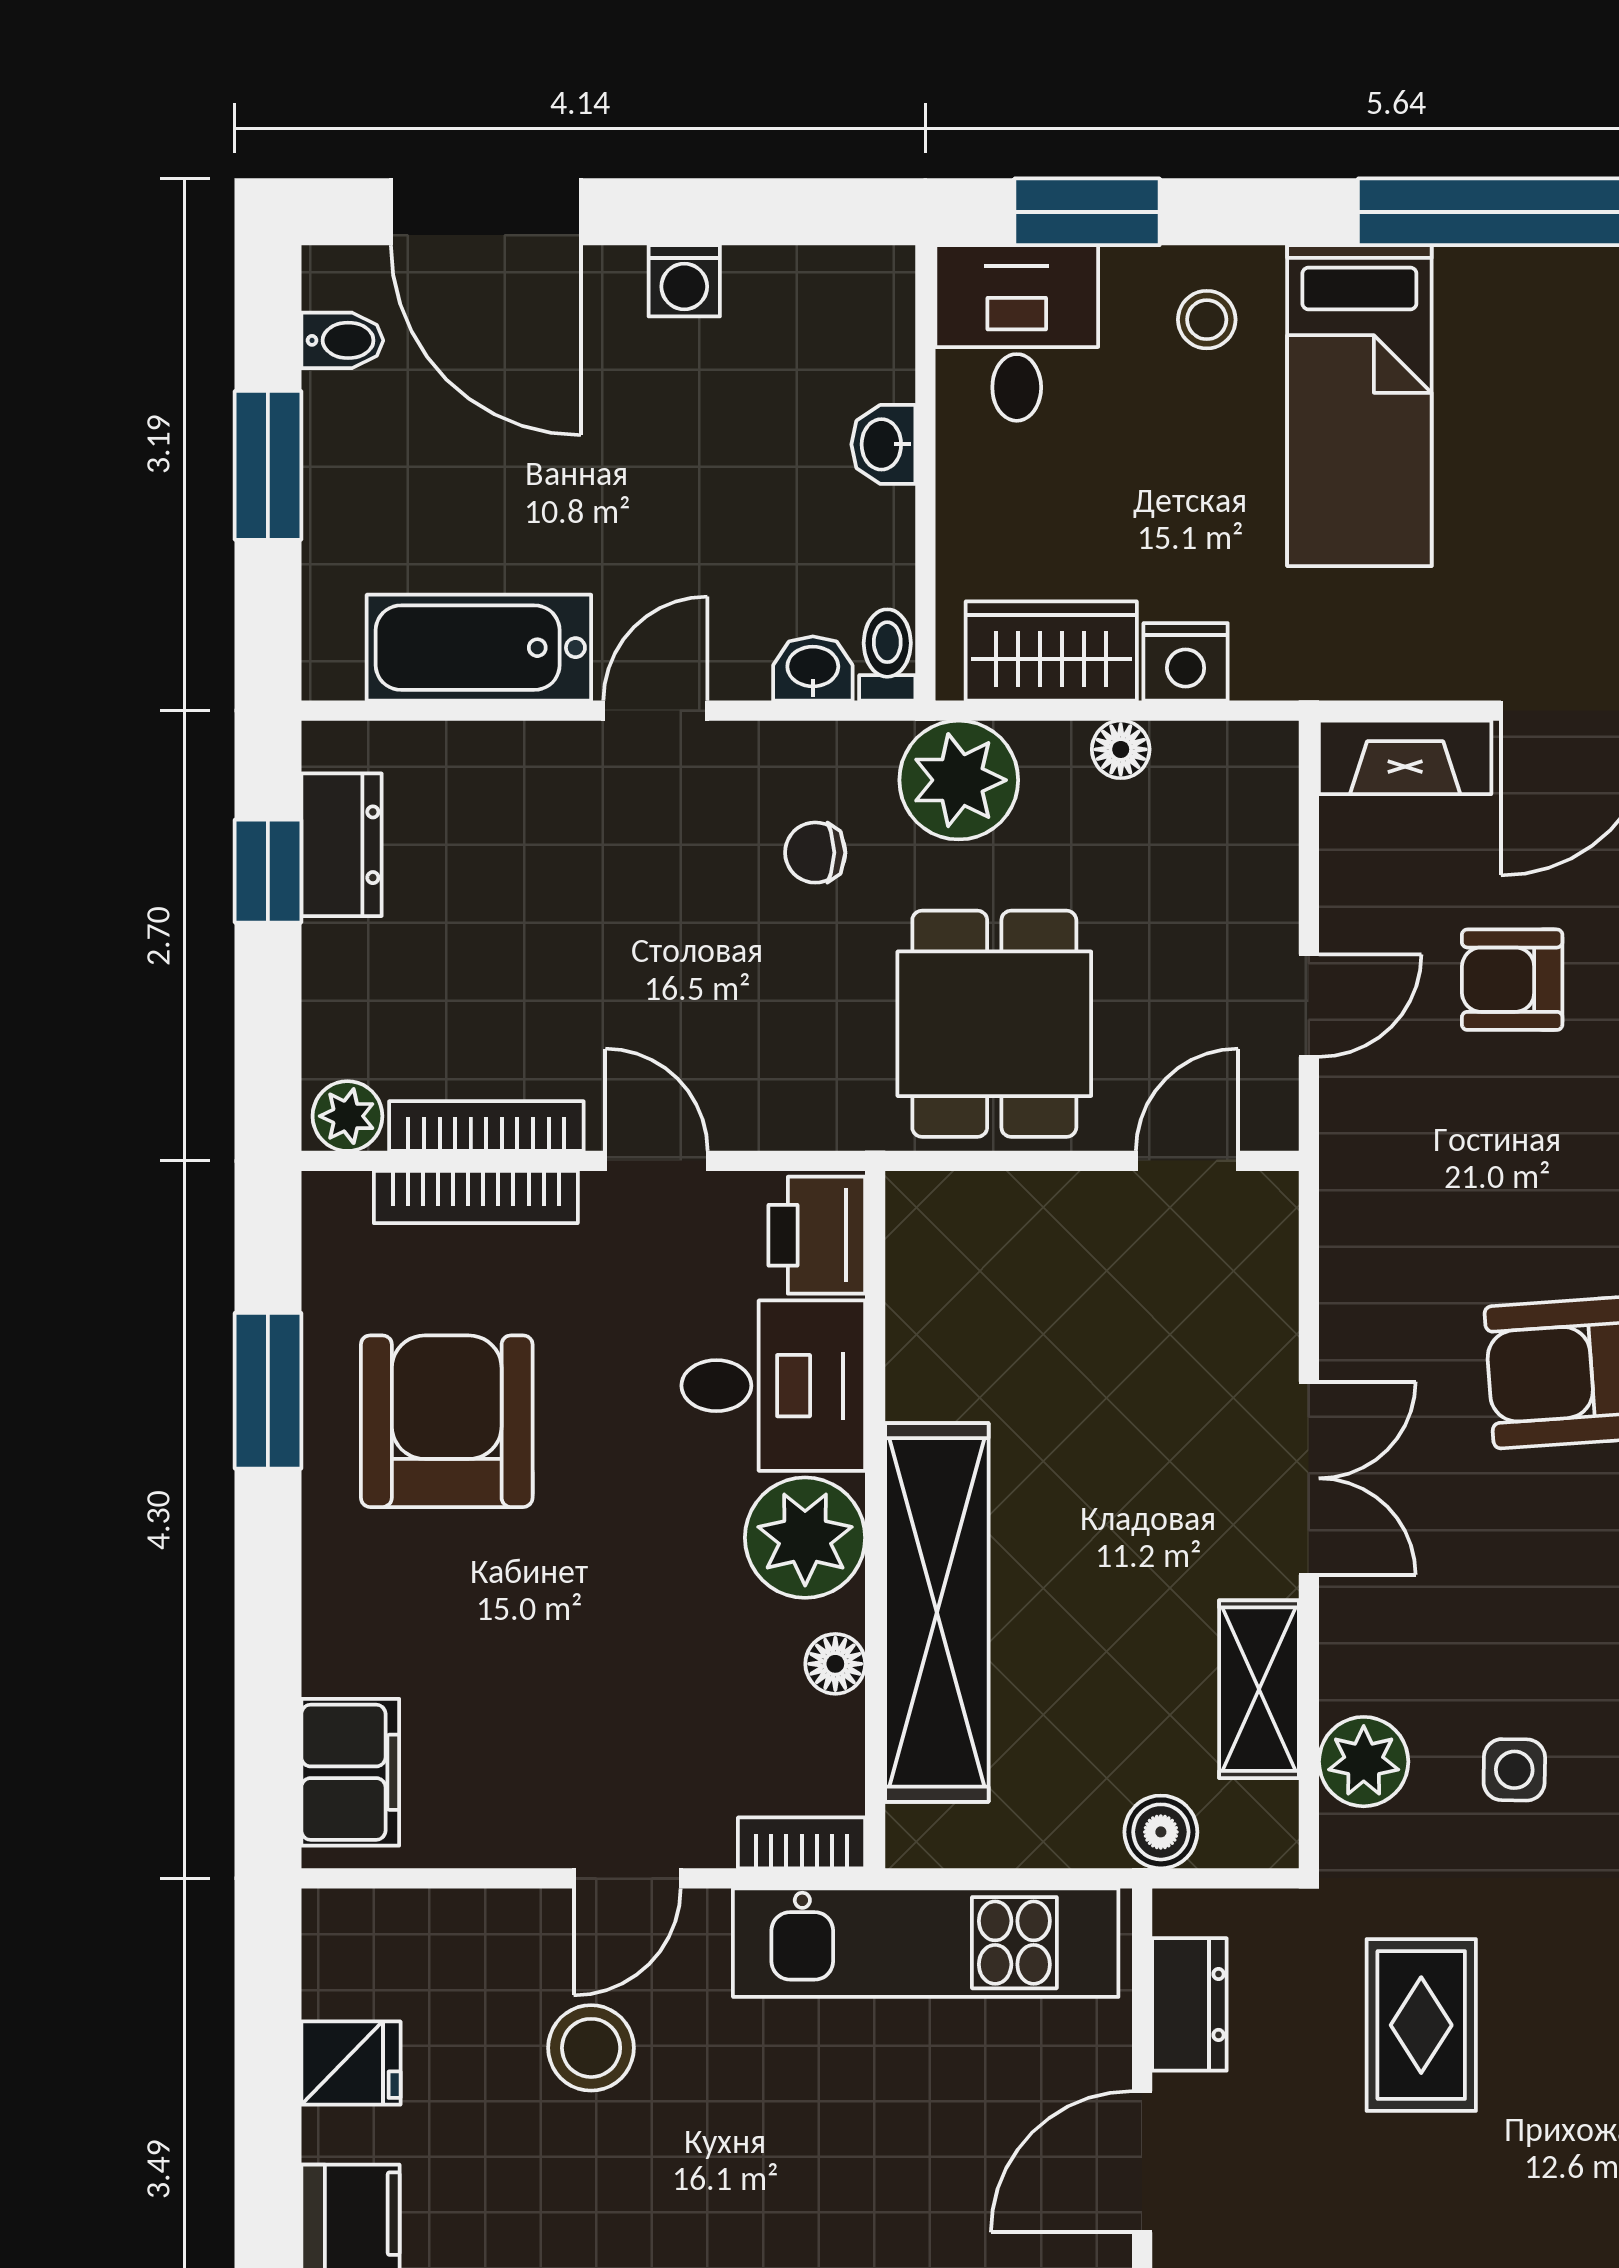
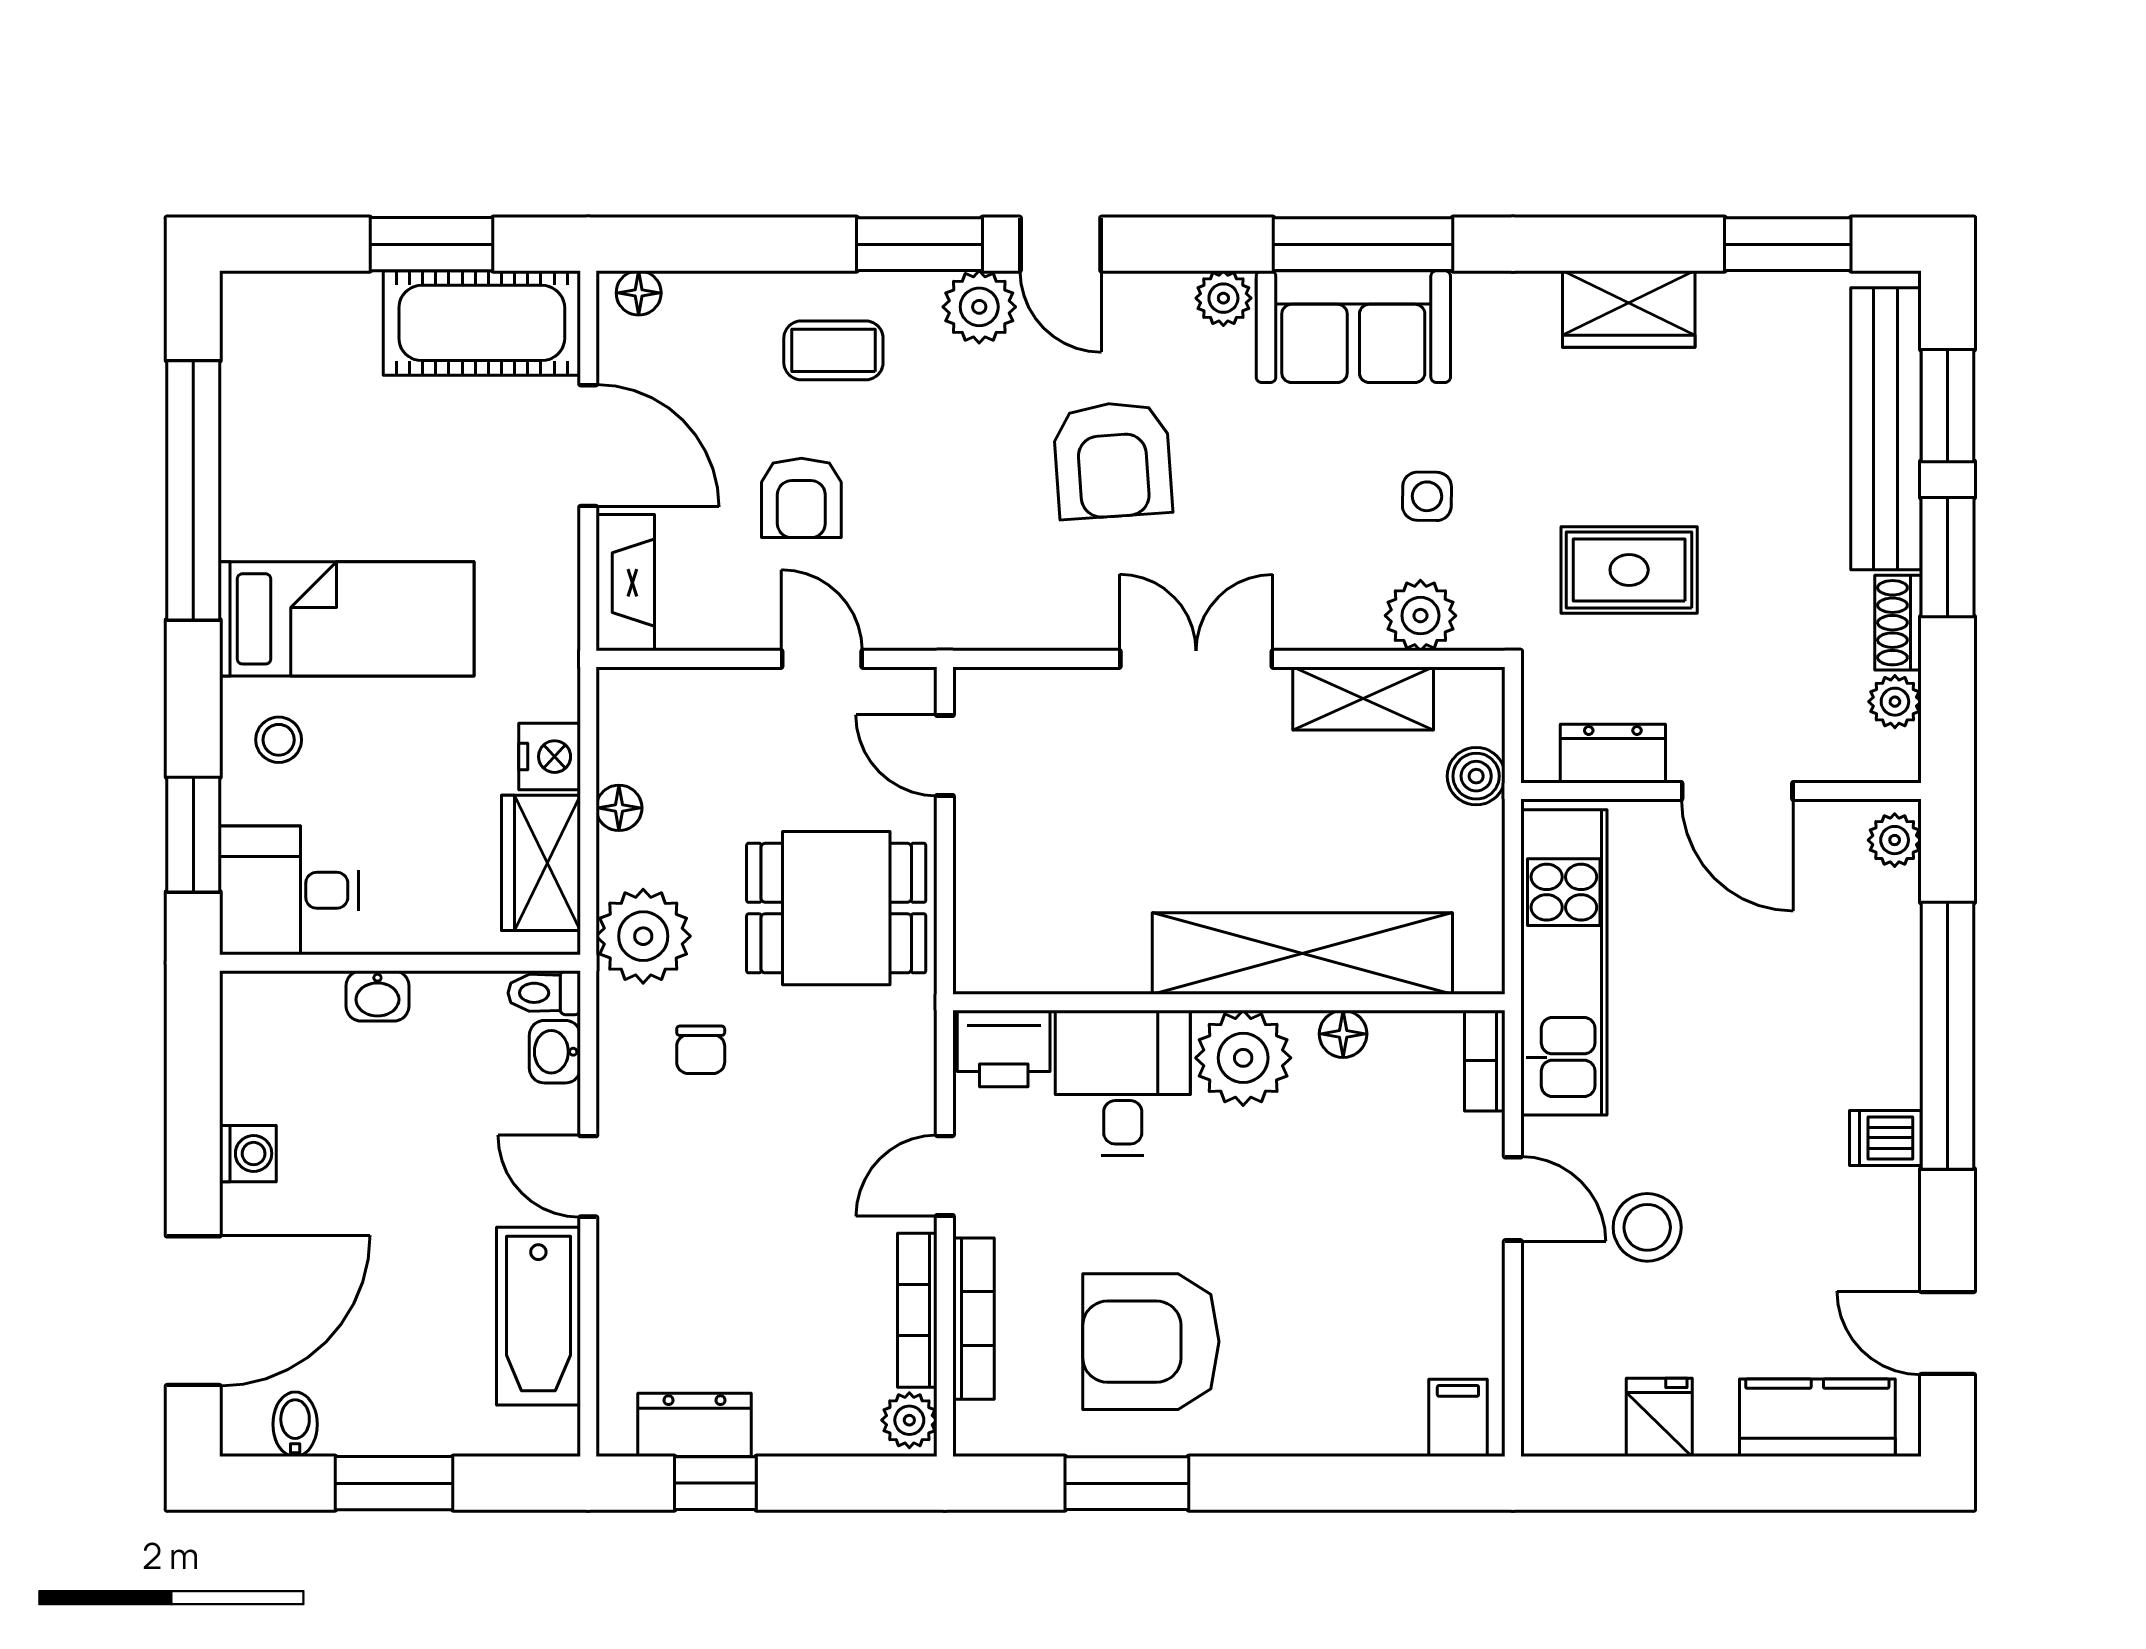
filing cabinet: (350, 1772) -> (1458, 1418), width x0.50

